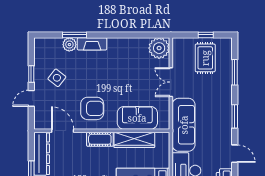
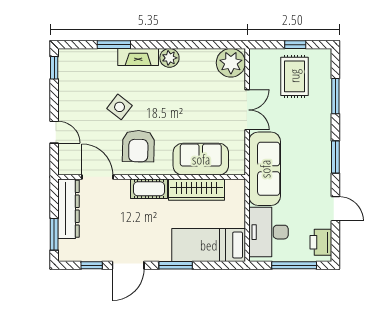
plant: (69, 45) -> (169, 58), moved
window: (31, 74) -> (54, 68), moved
side table: (57, 78) -> (120, 107), moved
double door: (171, 82) -> (247, 110), swing flipped
door: (31, 98) -> (54, 132), swing flipped
armchair: (92, 108) -> (138, 146), turned 91

